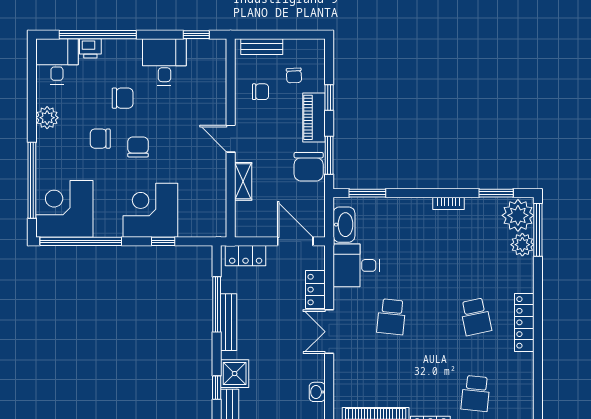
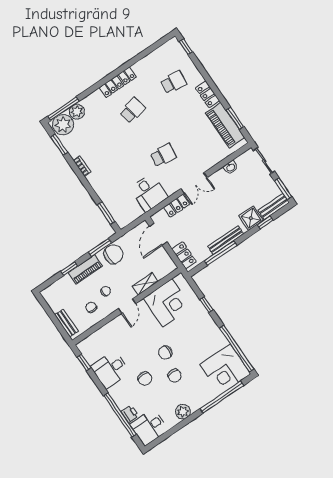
chair: (294, 75) -> (106, 291), moved
chair: (123, 98) -> (145, 379), turned 180
corner desk: (150, 210) -> (167, 303), moved, turned -90
washbasin: (344, 225) -> (131, 214), removed

